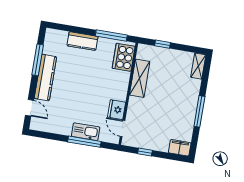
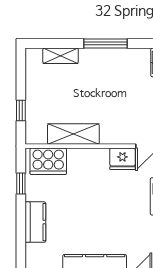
window: (111, 36) -> (21, 184), width x0.46
shelving: (198, 66) -> (61, 56), moved

